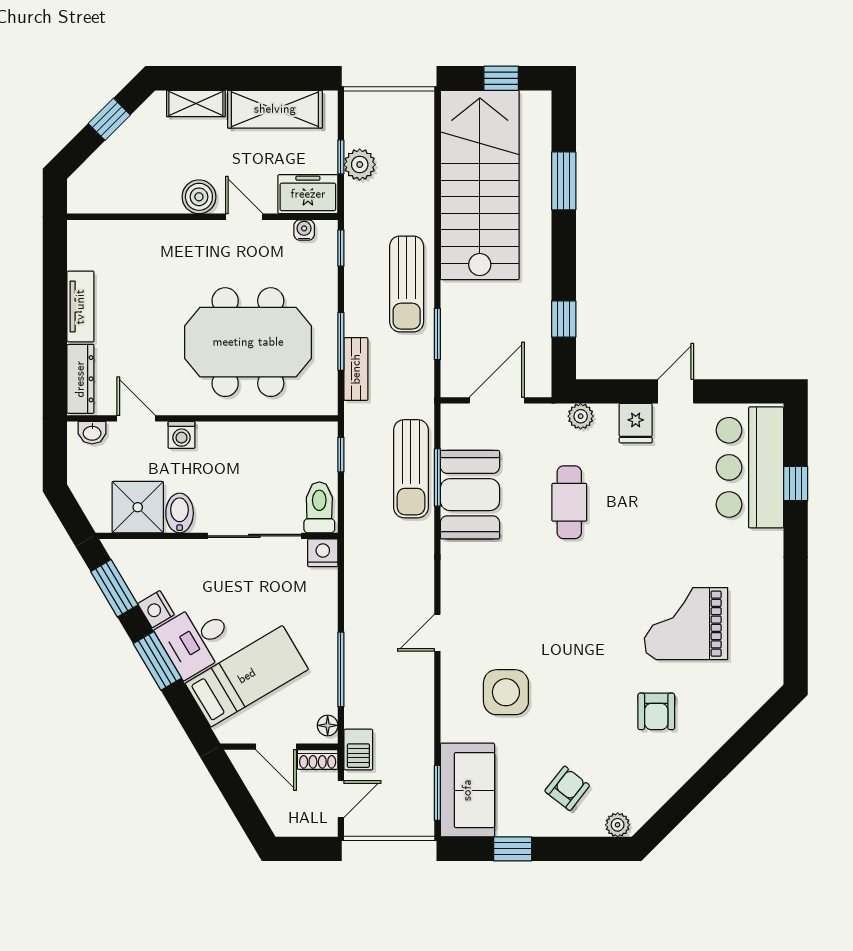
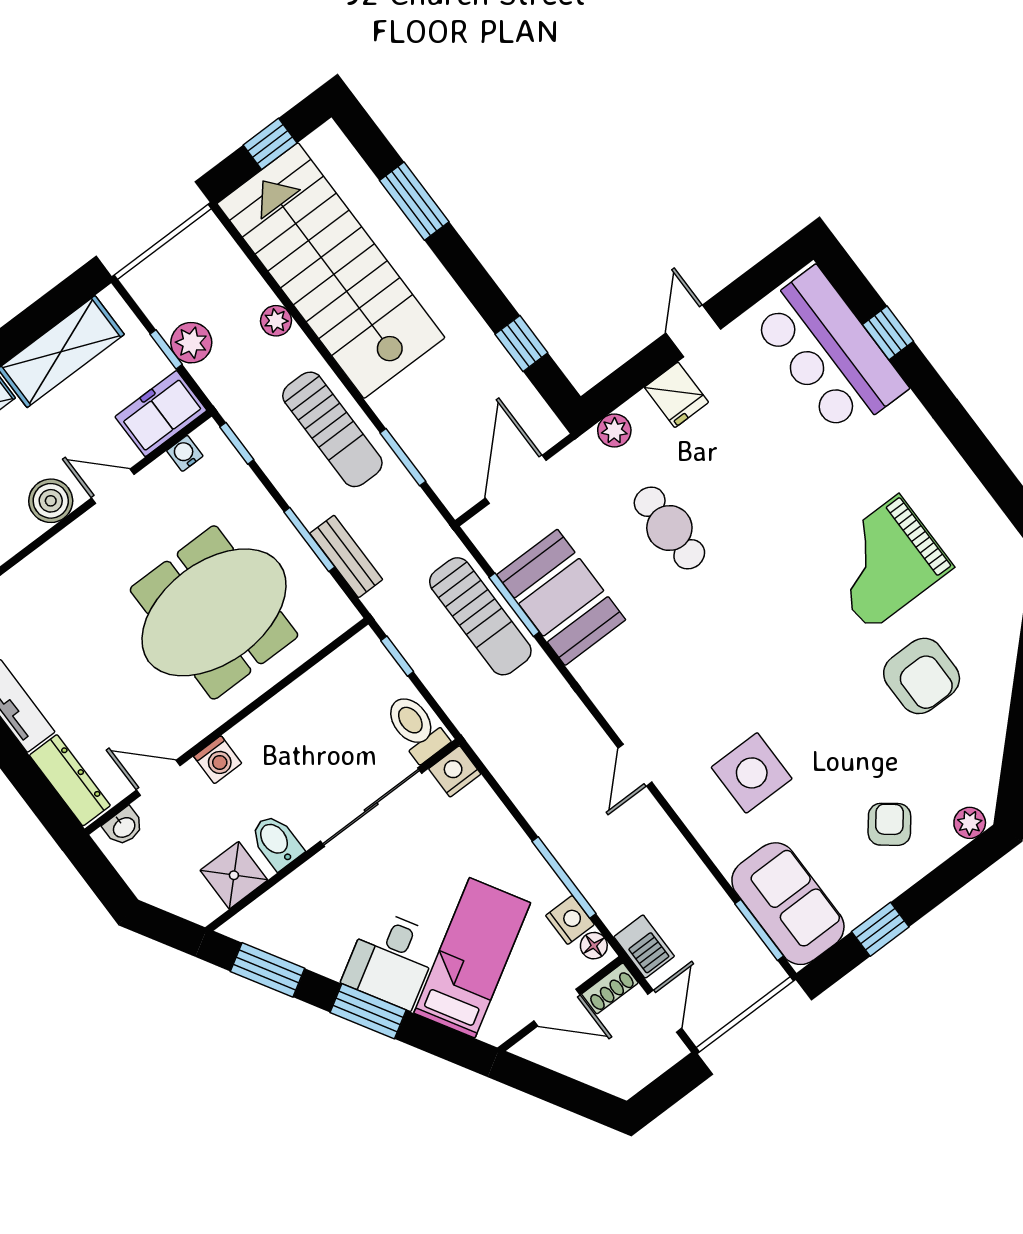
plant: (422, 190) -> (276, 321), added
shower: (138, 507) -> (234, 875), width x0.73, depth x0.73
nightstand: (156, 609) -> (570, 920), moved, turned -149
armchair: (656, 711) -> (922, 676), width x1.38, depth x1.38

